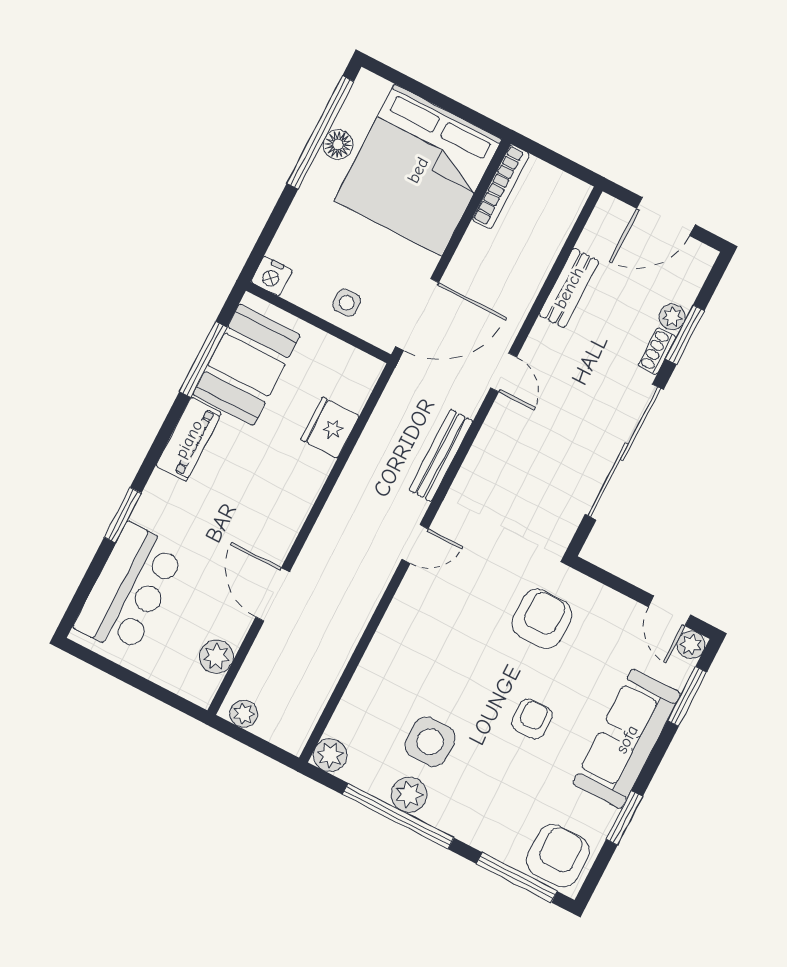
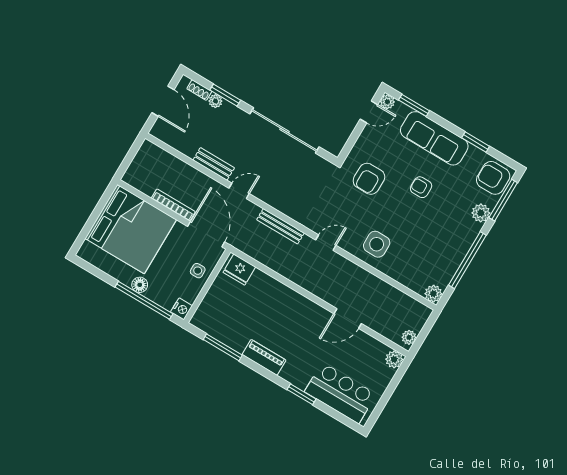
window: (320, 132) -> (144, 300), moved
floor lamp: (338, 145) -> (140, 285), moved
bookcase: (501, 187) -> (173, 205), moved
bench: (569, 288) -> (214, 164), moved
shoe rack: (657, 351) -> (199, 90), moved
booth: (246, 365) -> (227, 325), removed
fridge: (330, 427) -> (239, 270), moved
door: (415, 544) -> (326, 243), hinge flipped
armchair: (542, 619) -> (369, 179), turned -90
plant: (216, 657) -> (394, 359), moved
side table: (430, 742) -> (377, 244), moved
plant: (409, 795) -> (481, 213), moved

